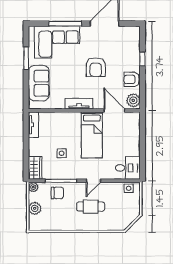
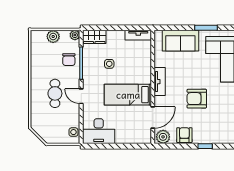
desk: (128, 168) -> (99, 131), width x1.37

